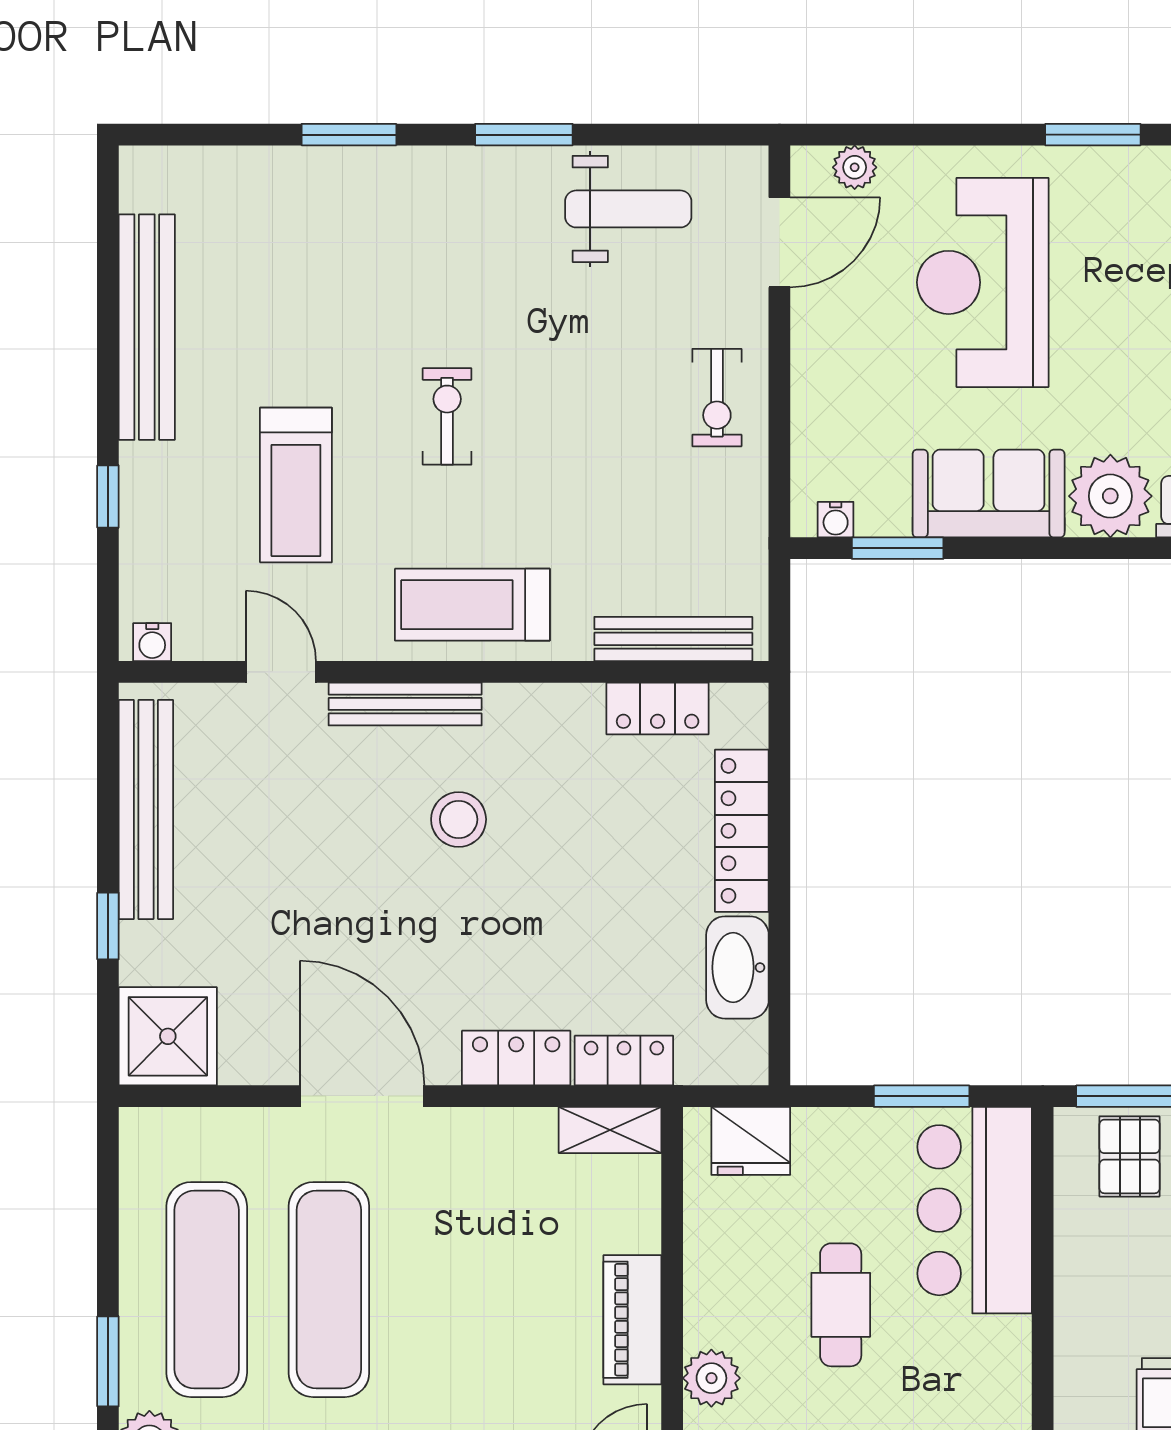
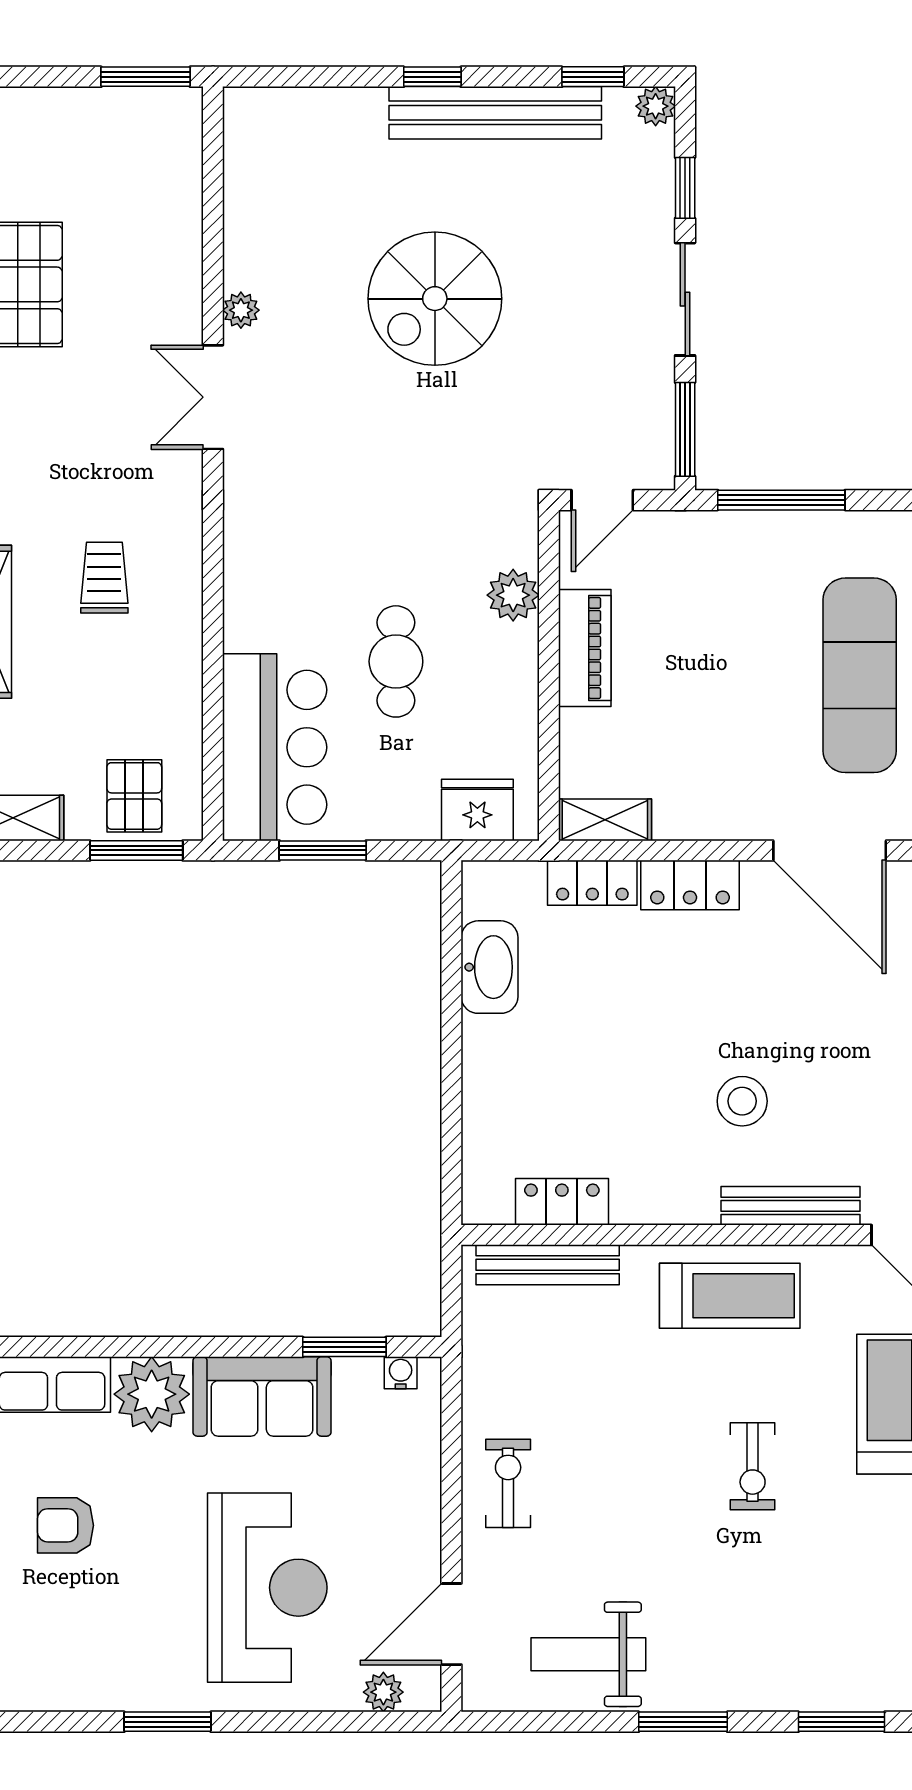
locker: (742, 831) -> (486, 1091), removed

